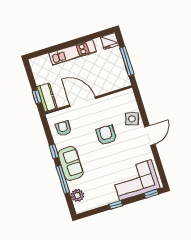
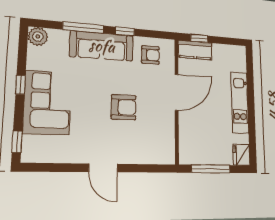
side table: (132, 119) -> (134, 150), removed
sofa: (70, 163) -> (102, 46), width x1.36
corner sofa: (135, 180) -> (47, 103), moved
plant: (77, 195) -> (38, 37), moved

